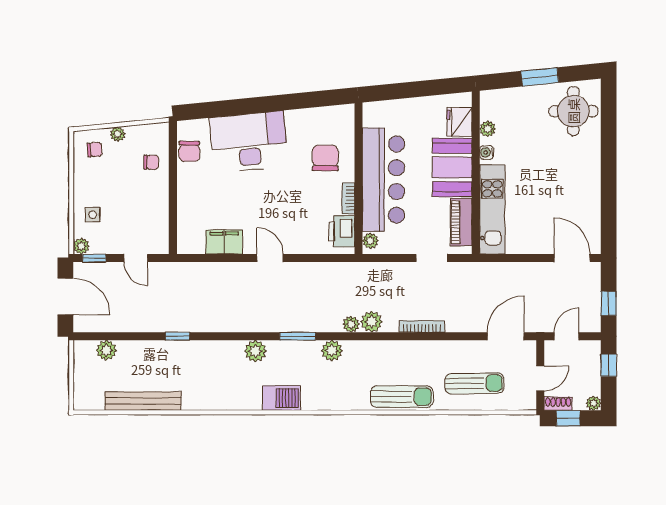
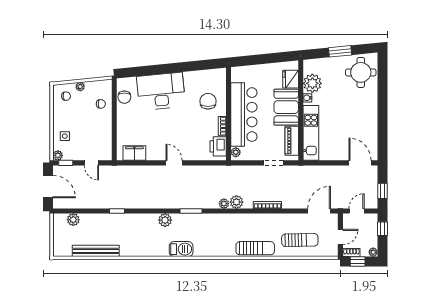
plant: (488, 129) -> (312, 83), width x1.87, depth x1.87
filing cabinet: (224, 242) -> (134, 153), moved
plant: (332, 351) -> (212, 220), removed

